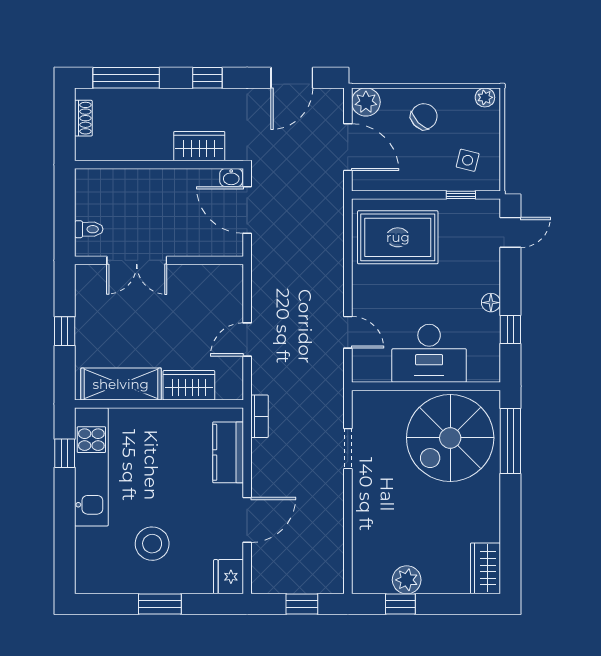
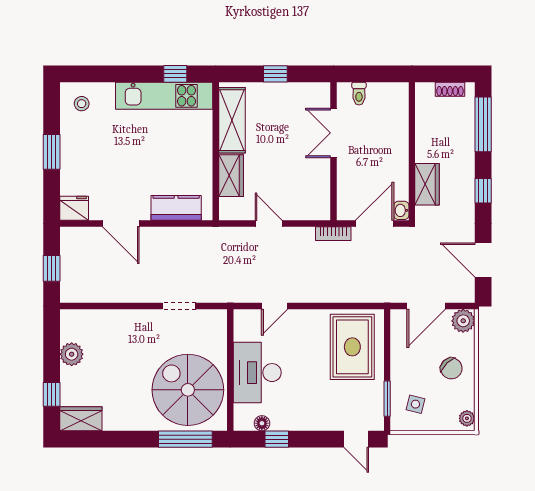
window: (461, 195) -> (387, 399), width x1.50
floor lamp: (491, 303) -> (262, 423), moved
bookcase: (260, 416) -> (333, 234), moved
stool: (152, 544) -> (82, 104), moved, width x0.53, depth x0.53
window: (400, 604) -> (52, 394), moved

